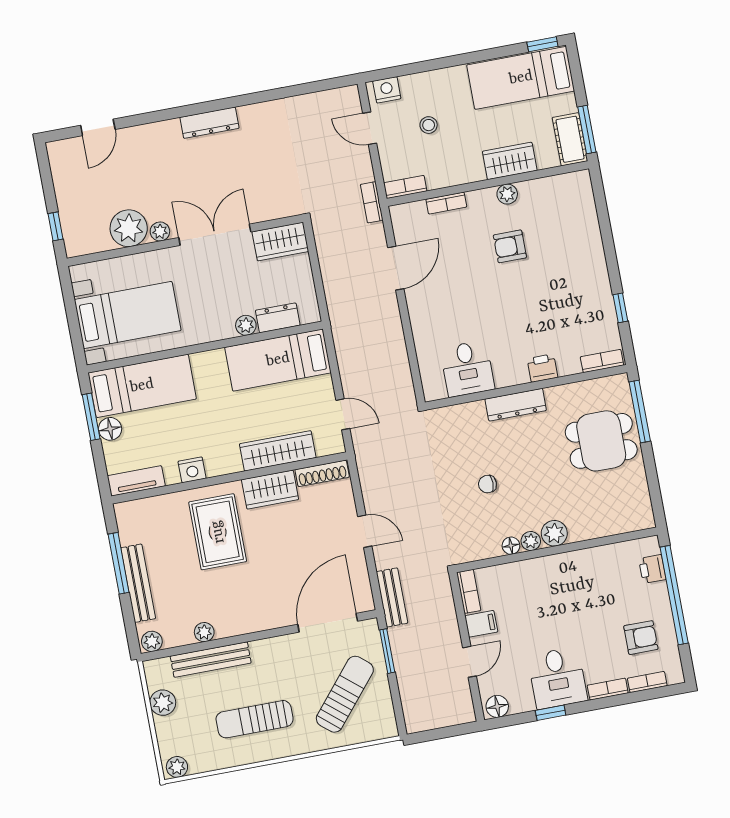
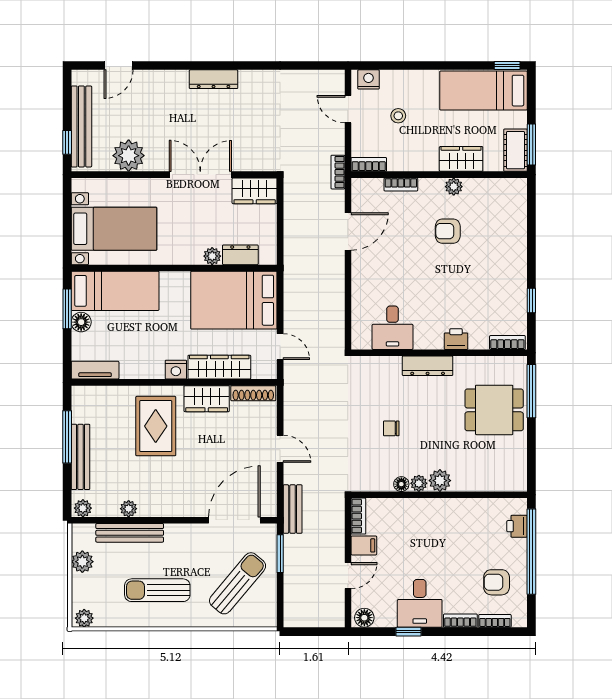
bench: (68, 205) -> (81, 126), added
plant: (160, 231) -> (154, 163), removed
bed: (278, 360) -> (234, 300), width x1.50
nightstand: (192, 470) -> (176, 370), moved
armchair: (641, 638) -> (497, 582), turned 180

